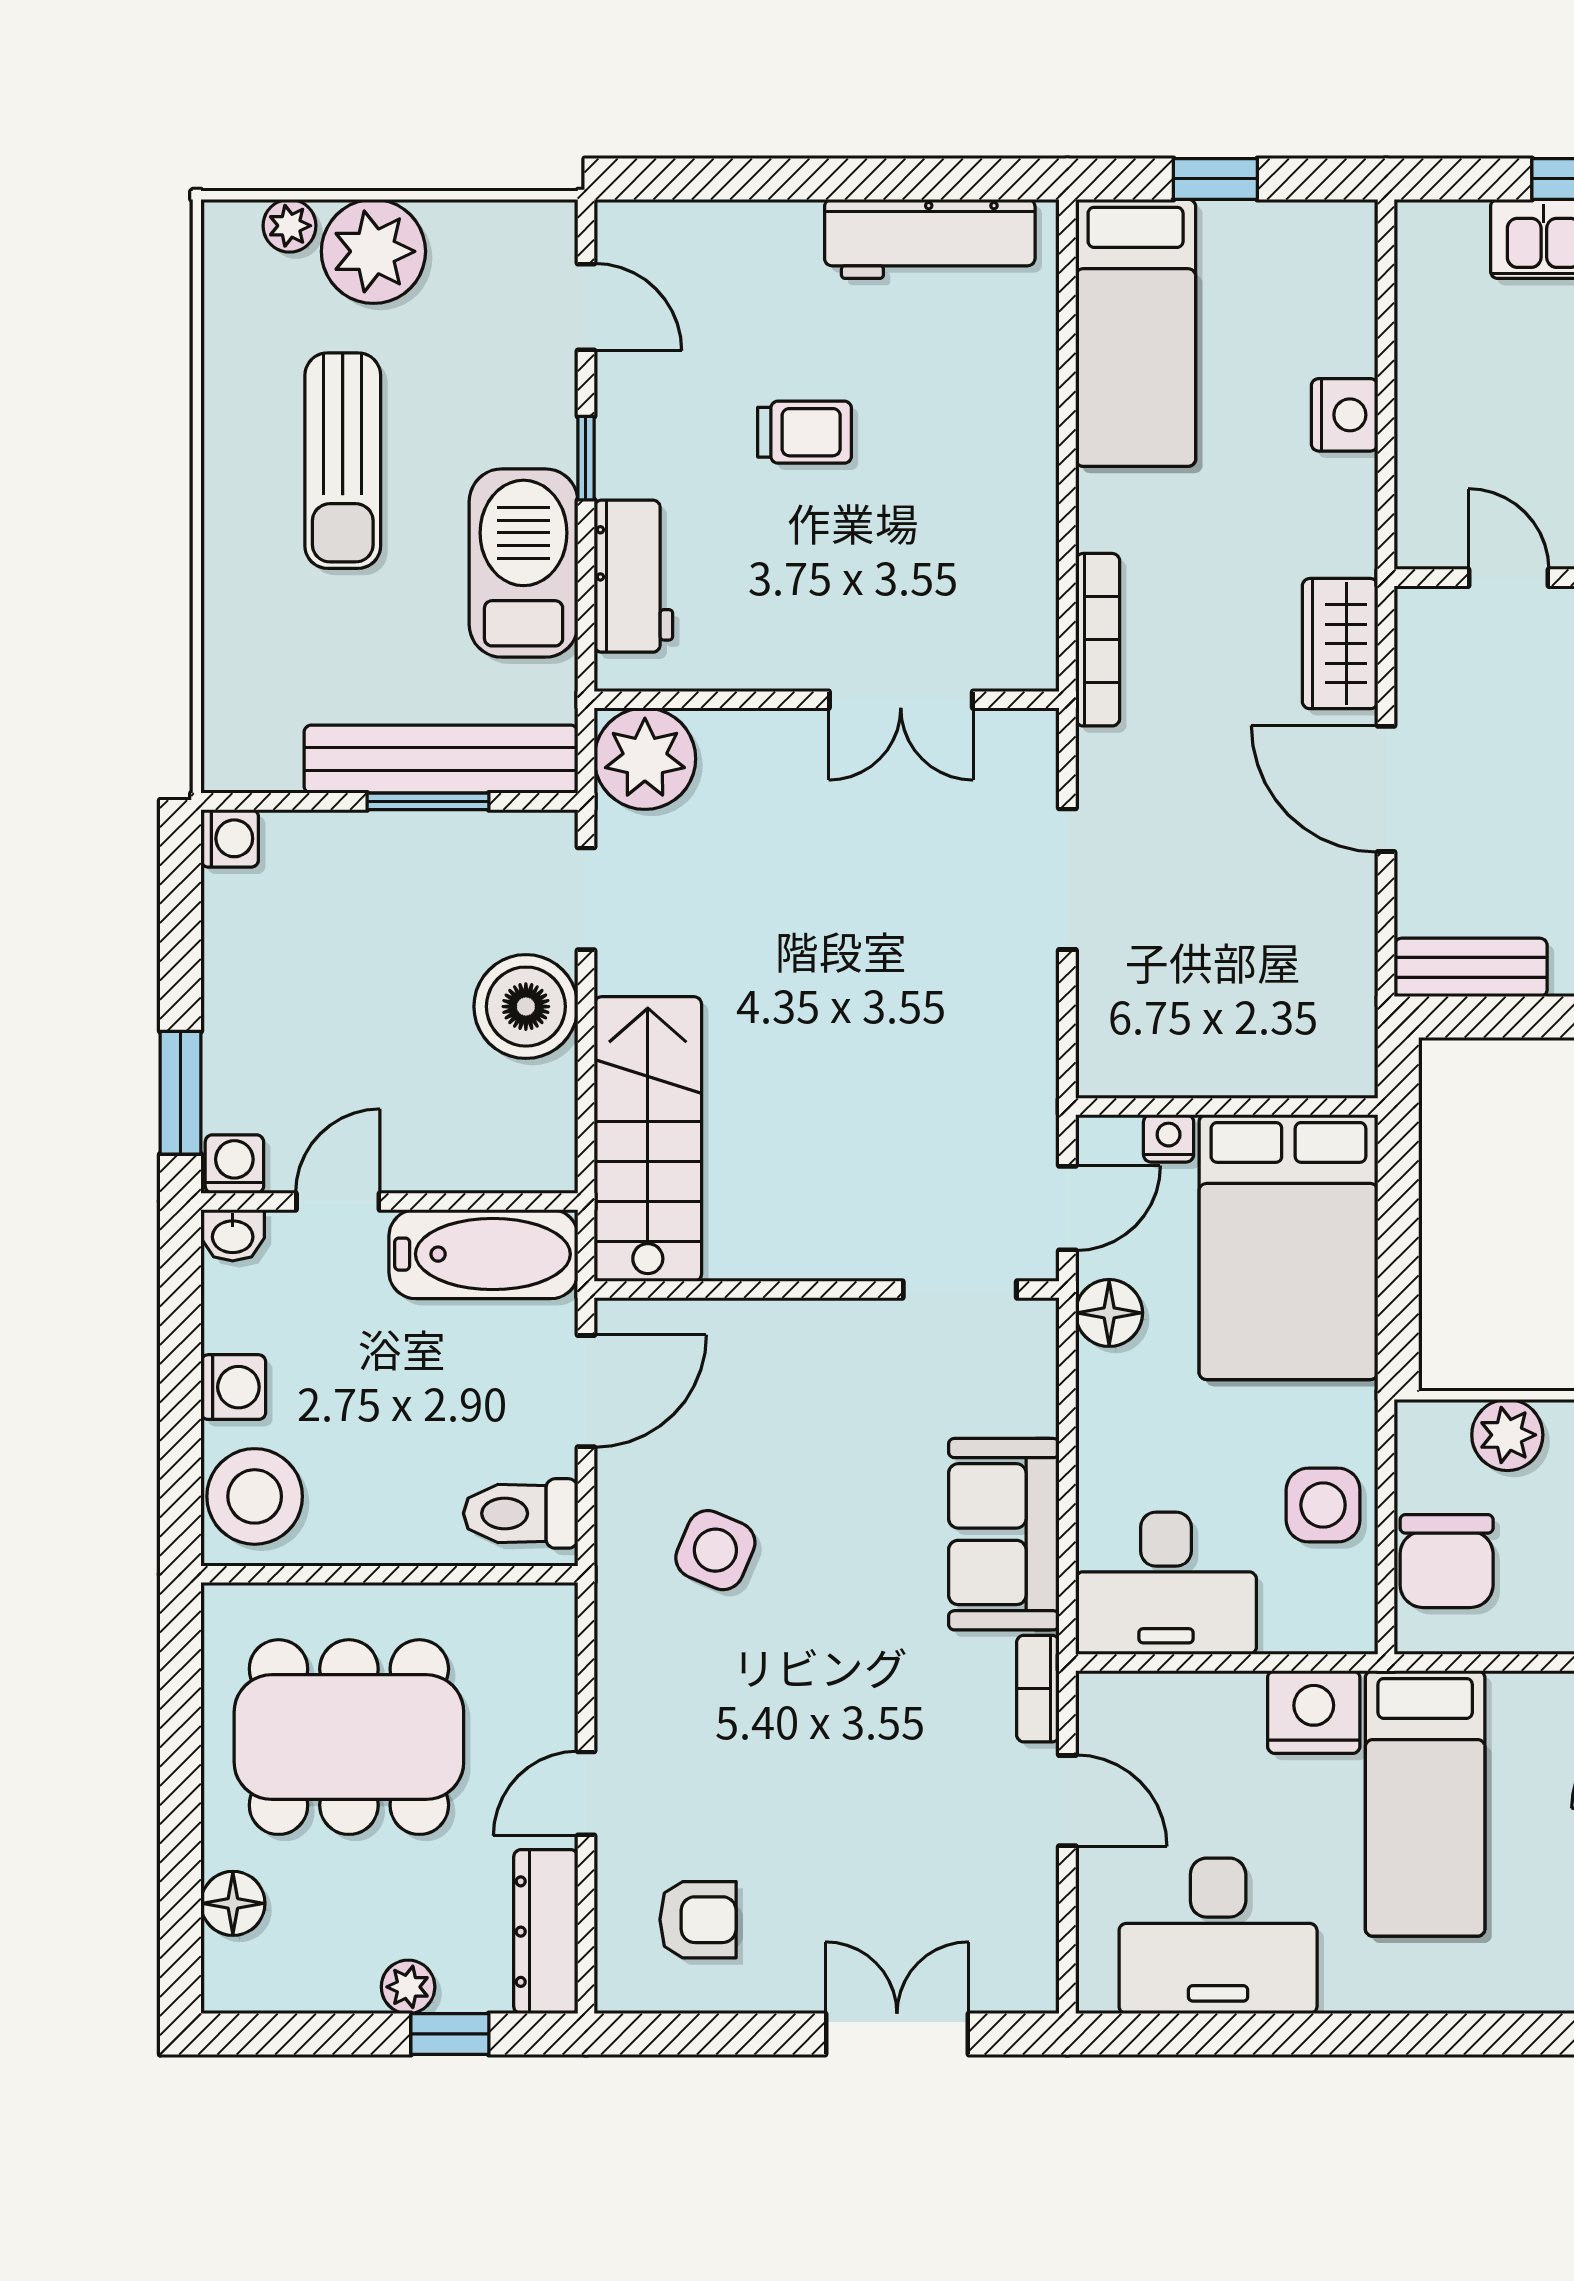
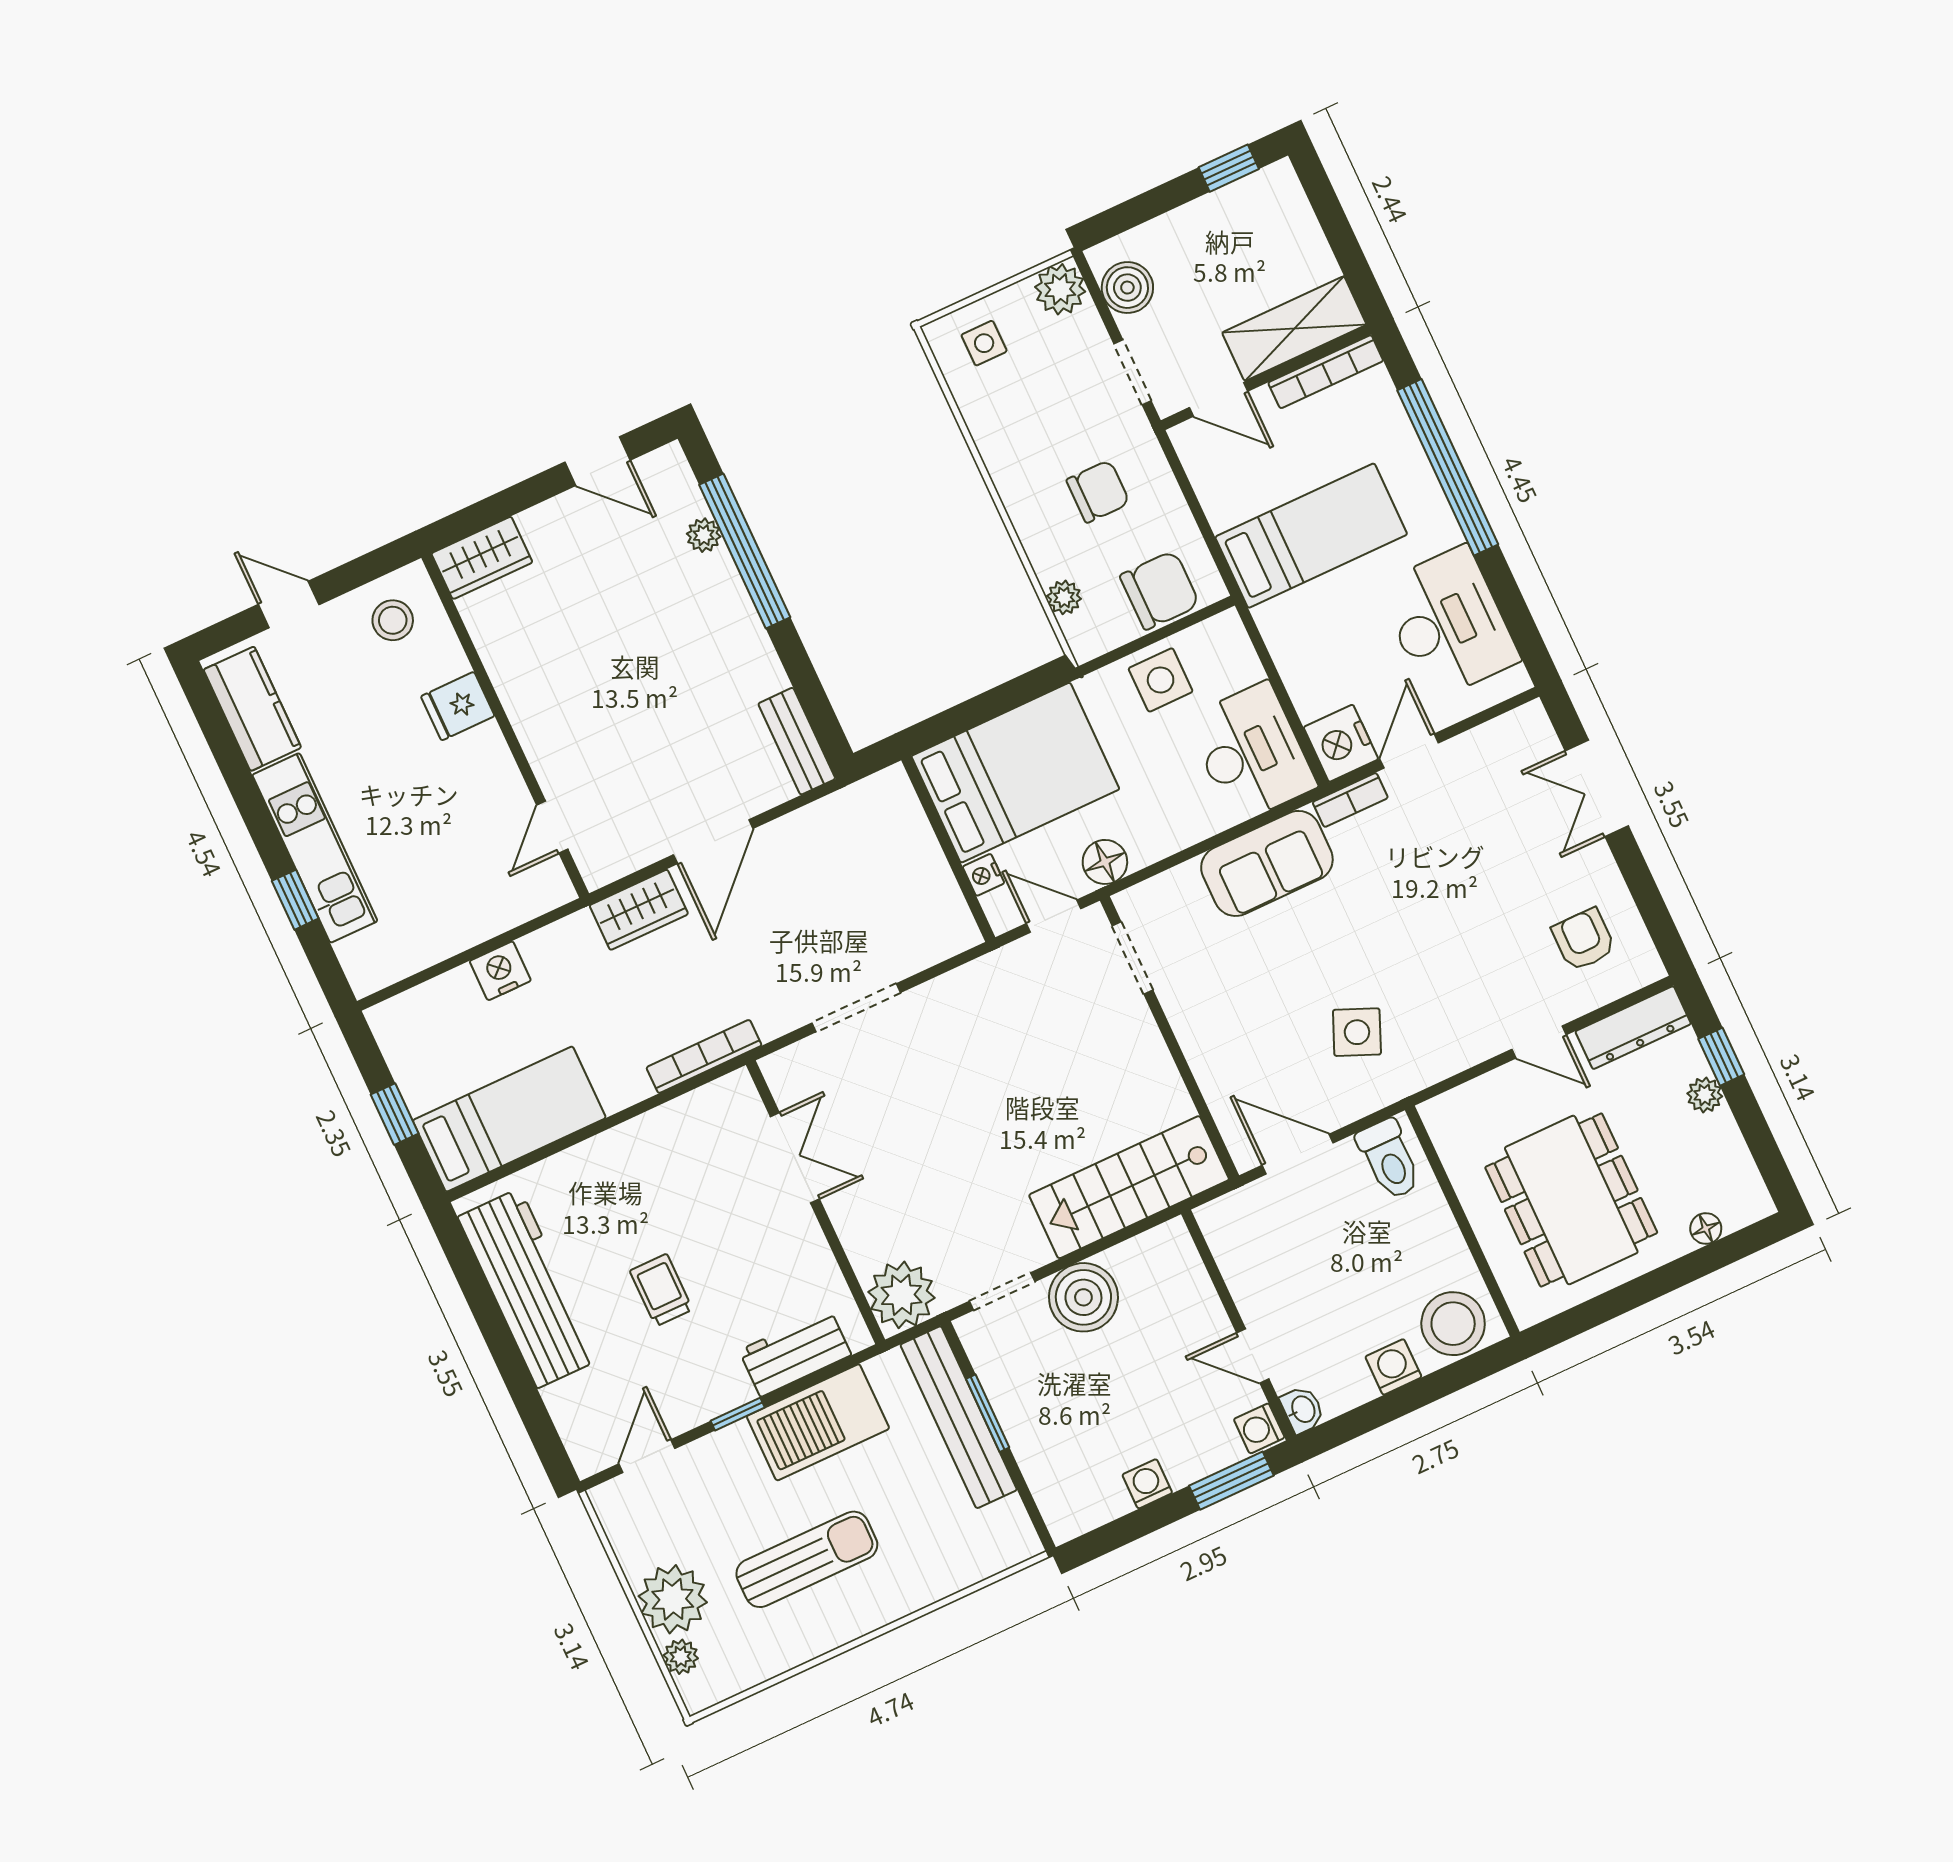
workbench: (930, 239) -> (529, 1288), width x1.36, depth x1.32
washing machine: (230, 838) -> (1147, 1484), moved
bathtub: (483, 1254) -> (1244, 1254), removed
plant: (1507, 1435) -> (1064, 597), width x0.73, depth x0.73
nightstand: (1314, 1712) -> (1341, 743), moved
floor lamp: (233, 1903) -> (1706, 1229), width x0.73, depth x0.73
window: (1432, 2034) -> (1448, 467), added

